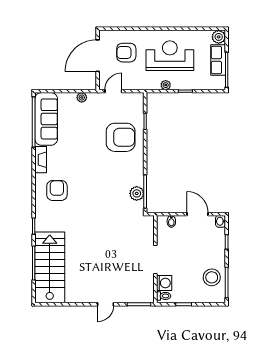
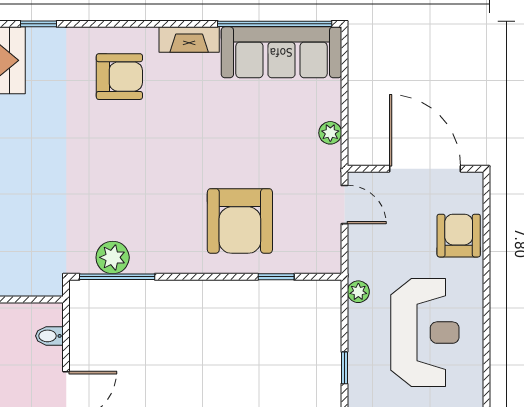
armchair: (126, 53) -> (459, 236), moved
plant: (166, 85) -> (358, 292), moved

